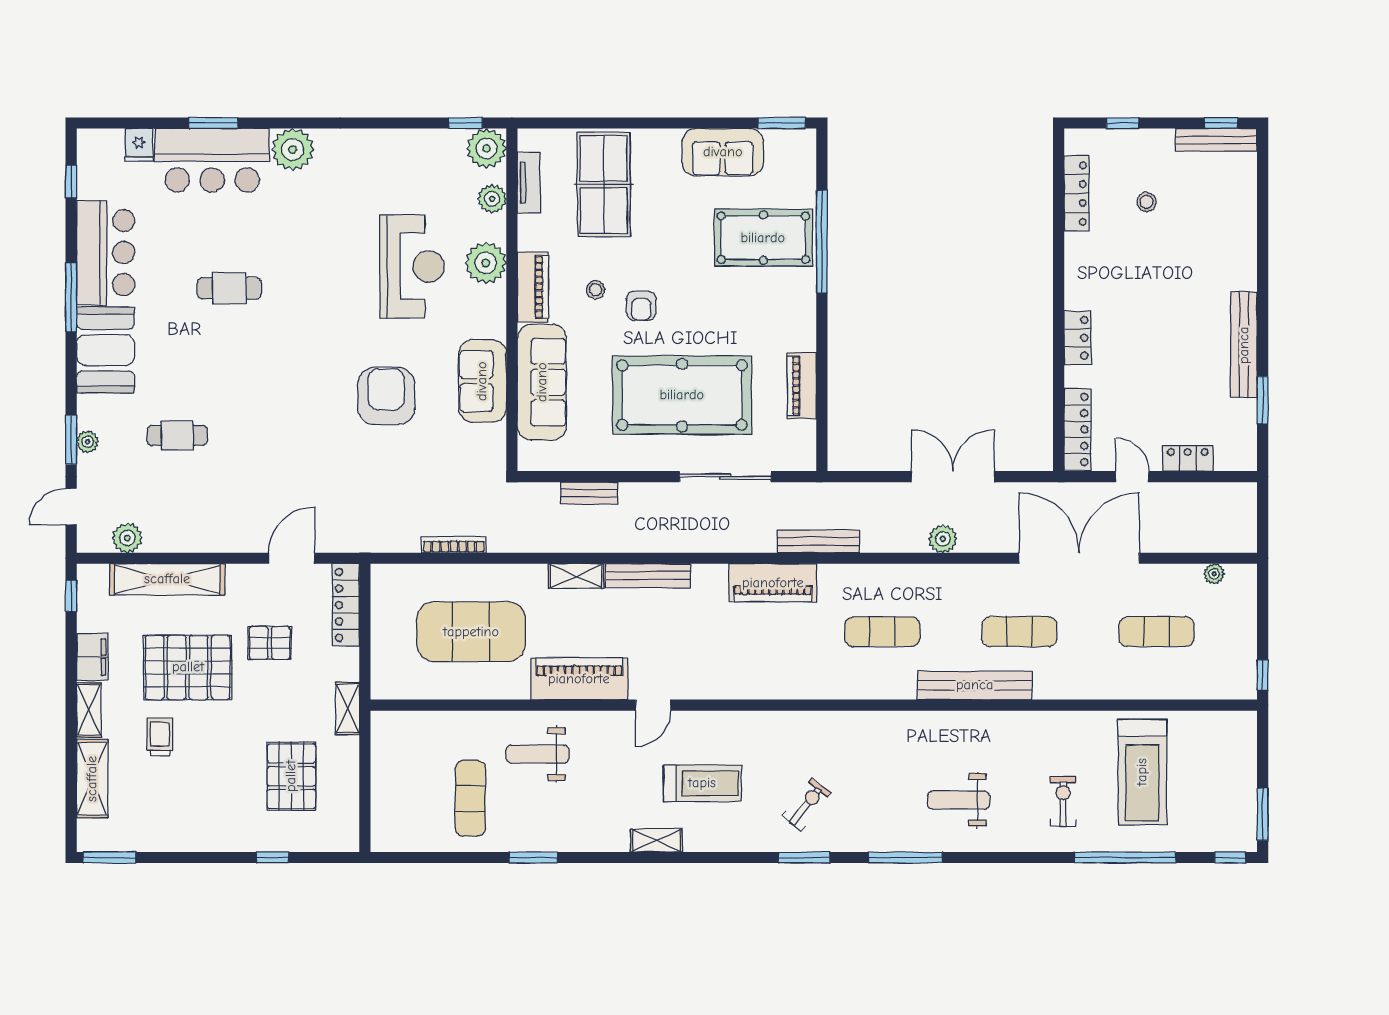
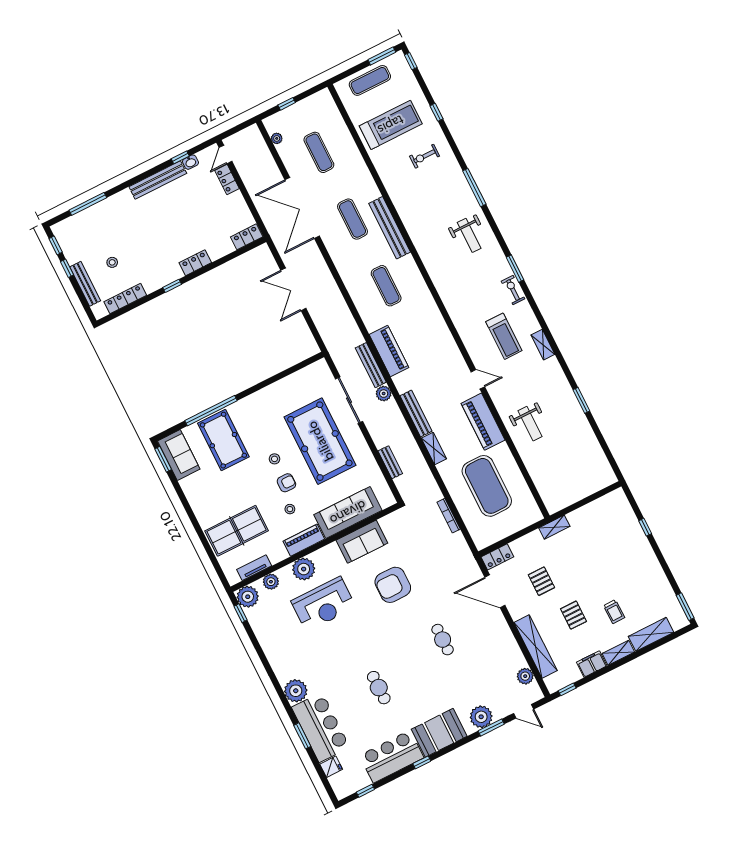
window: (1123, 123) -> (67, 268), moved
bench: (1216, 140) -> (85, 284), moved
sofa: (723, 152) -> (179, 455), moved
window: (1263, 210) -> (88, 204), added
reception desk: (412, 266) -> (323, 604), turned 180
window: (1059, 281) -> (172, 286), added
window: (71, 297) -> (422, 762), width x0.46
stool: (690, 306) -> (274, 459), added
piano: (802, 386) -> (286, 385), removed
window: (1263, 400) -> (180, 157), width x0.67
washbasin: (1246, 413) -> (190, 162), added
locker: (1077, 429) -> (247, 237), width x0.66
cafe table: (177, 435) -> (443, 640), moved
plant: (88, 442) -> (481, 717), width x1.87, depth x1.87
door: (1132, 477) -> (225, 154), moved
plant: (943, 539) -> (384, 394), moved
bench: (818, 541) -> (371, 365), moved
door: (292, 558) -> (495, 591), width x1.36
locker: (346, 605) -> (497, 557), width x0.66
pallet: (188, 667) -> (574, 615), width x0.49, depth x0.50
window: (1263, 675) -> (287, 104), moved
trolley: (160, 737) -> (614, 612), turned -91
pallet: (291, 776) -> (601, 538), removed
treadmill: (702, 783) -> (504, 336), turned 180
exercise mat: (470, 798) -> (370, 80), moved
weight bench: (959, 800) -> (469, 235), moved
exercise bike: (807, 805) -> (513, 290), moved, turned 52
window: (905, 857) -> (474, 188), moved
window: (1125, 857) -> (437, 112), width x0.32

